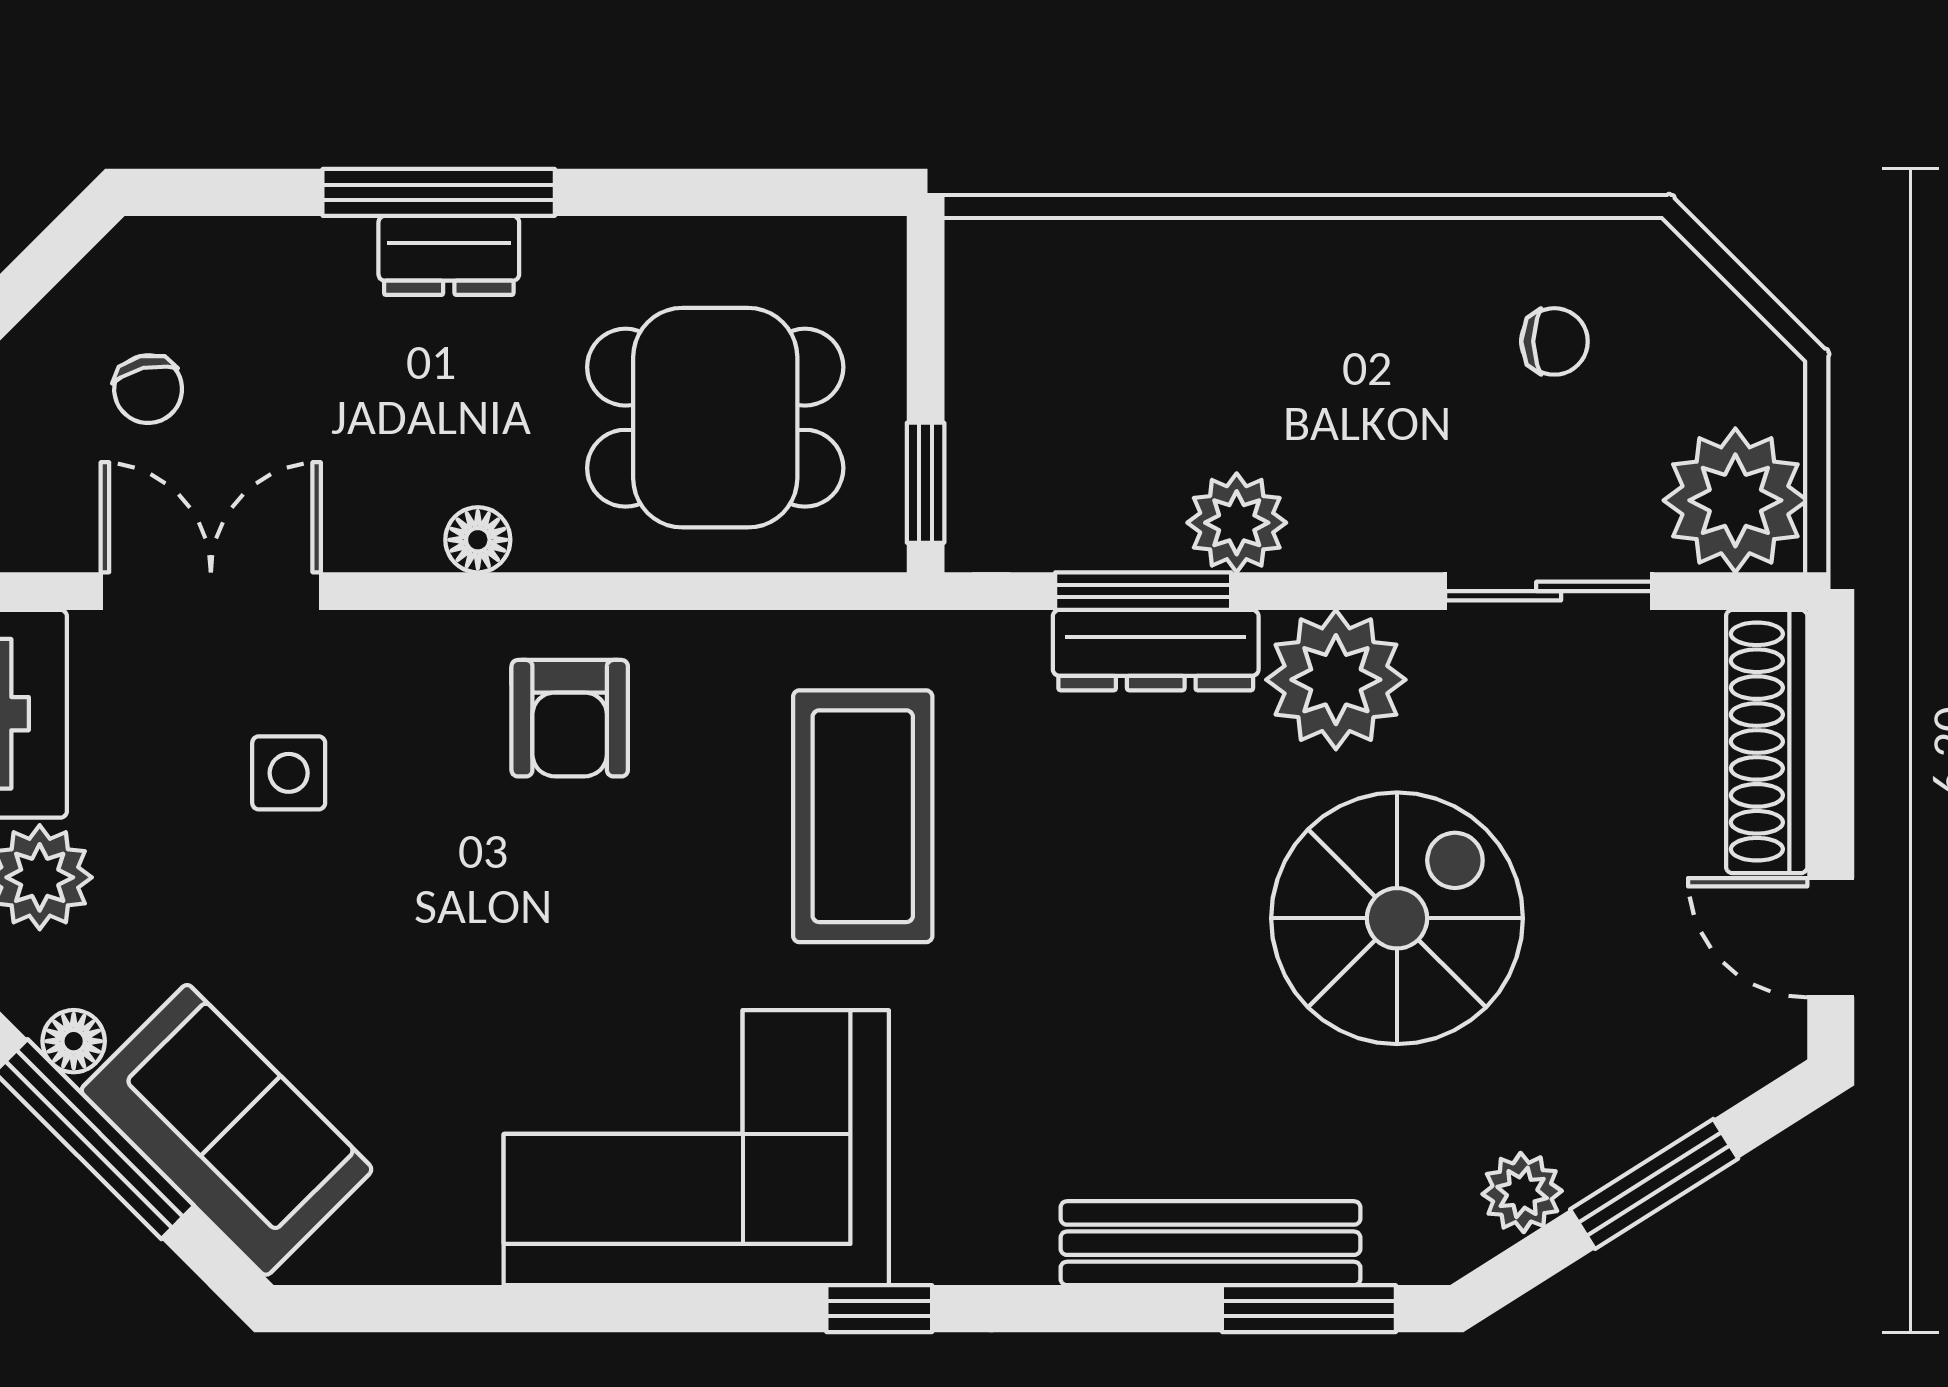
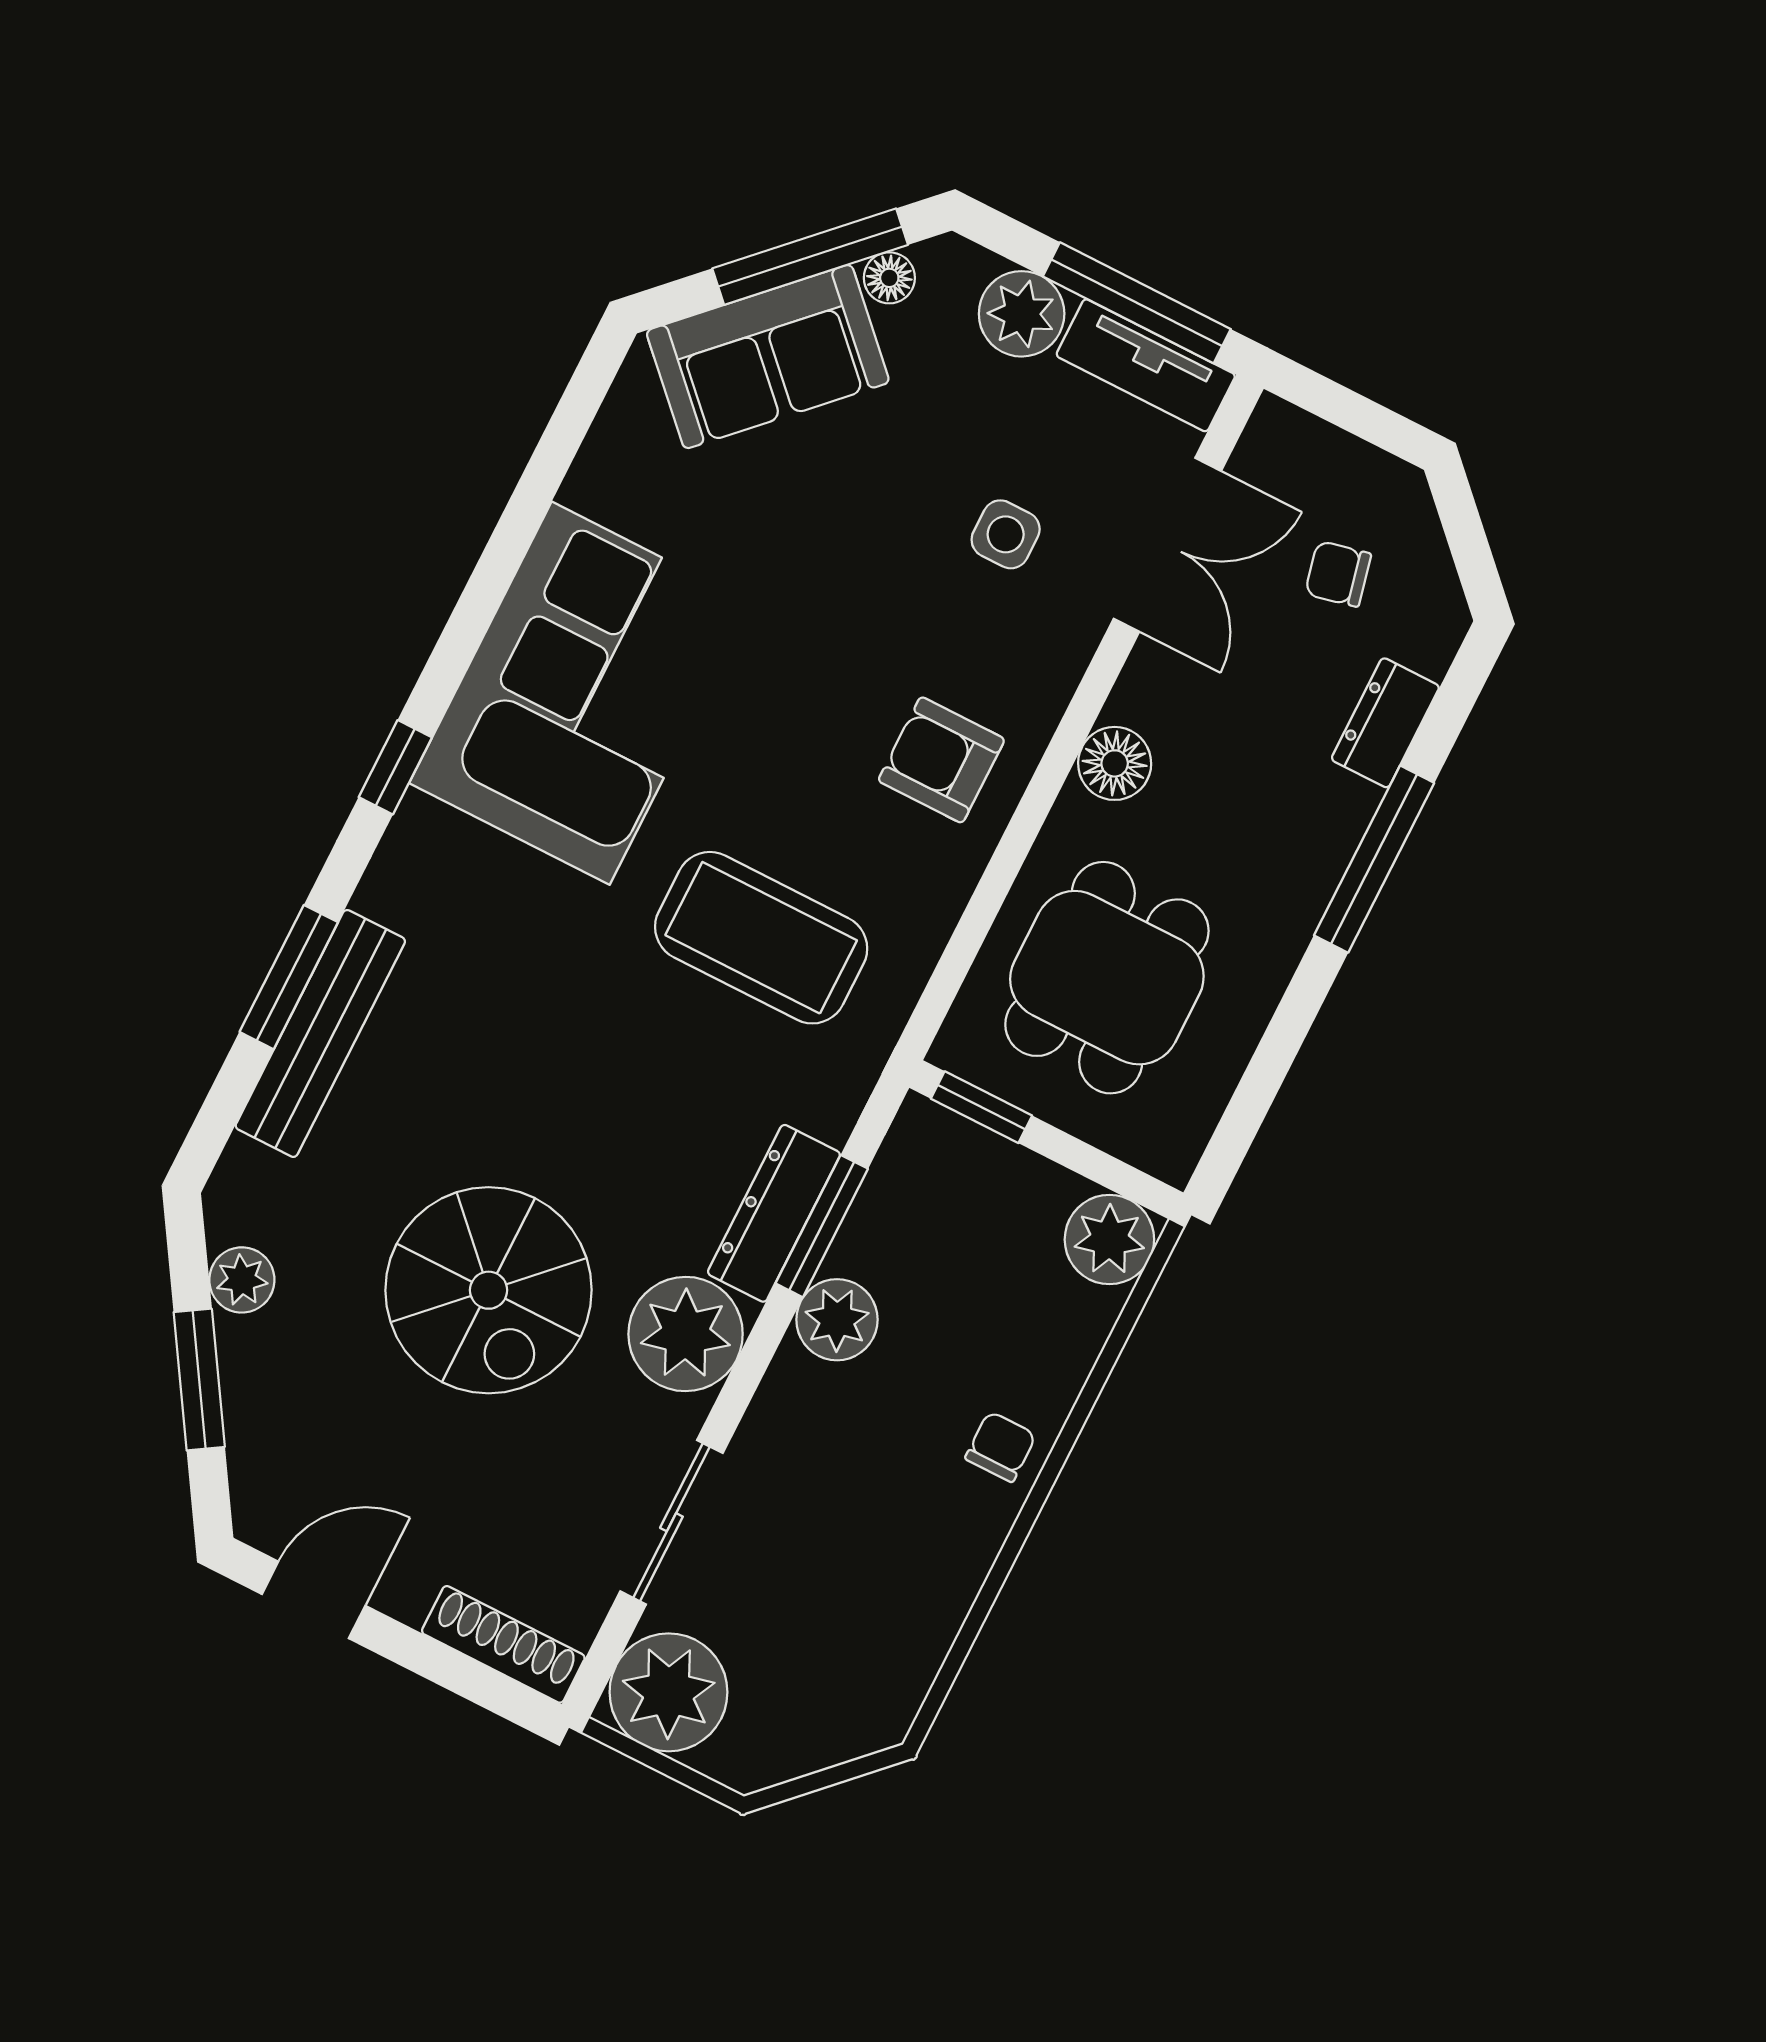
dresser: (449, 255) -> (1385, 723), moved
plant: (999, 270) -> (1109, 1239), added
chair: (1554, 341) -> (1001, 1447), moved, turned 180
floor lamp: (478, 540) -> (1115, 763), width x1.37, depth x1.37
shoe rack: (1767, 742) -> (503, 1644), width x0.74, depth x0.81
window: (1309, 1309) -> (289, 977), moved

